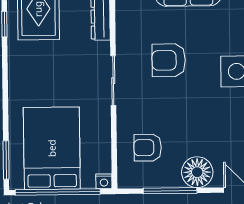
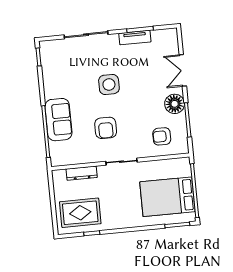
armchair: (148, 148) -> (162, 136), turned 90
nightstand: (104, 181) -> (185, 162), removed

